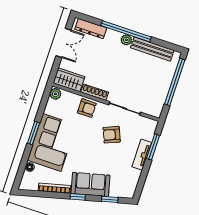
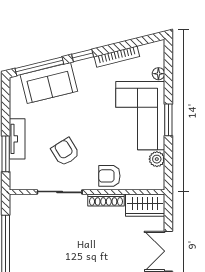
plant: (55, 94) -> (157, 159), moved
armchair: (112, 135) -> (65, 152), turned -99
sofa: (90, 184) -> (49, 83), moved
window: (110, 199) -> (39, 66), width x2.17

